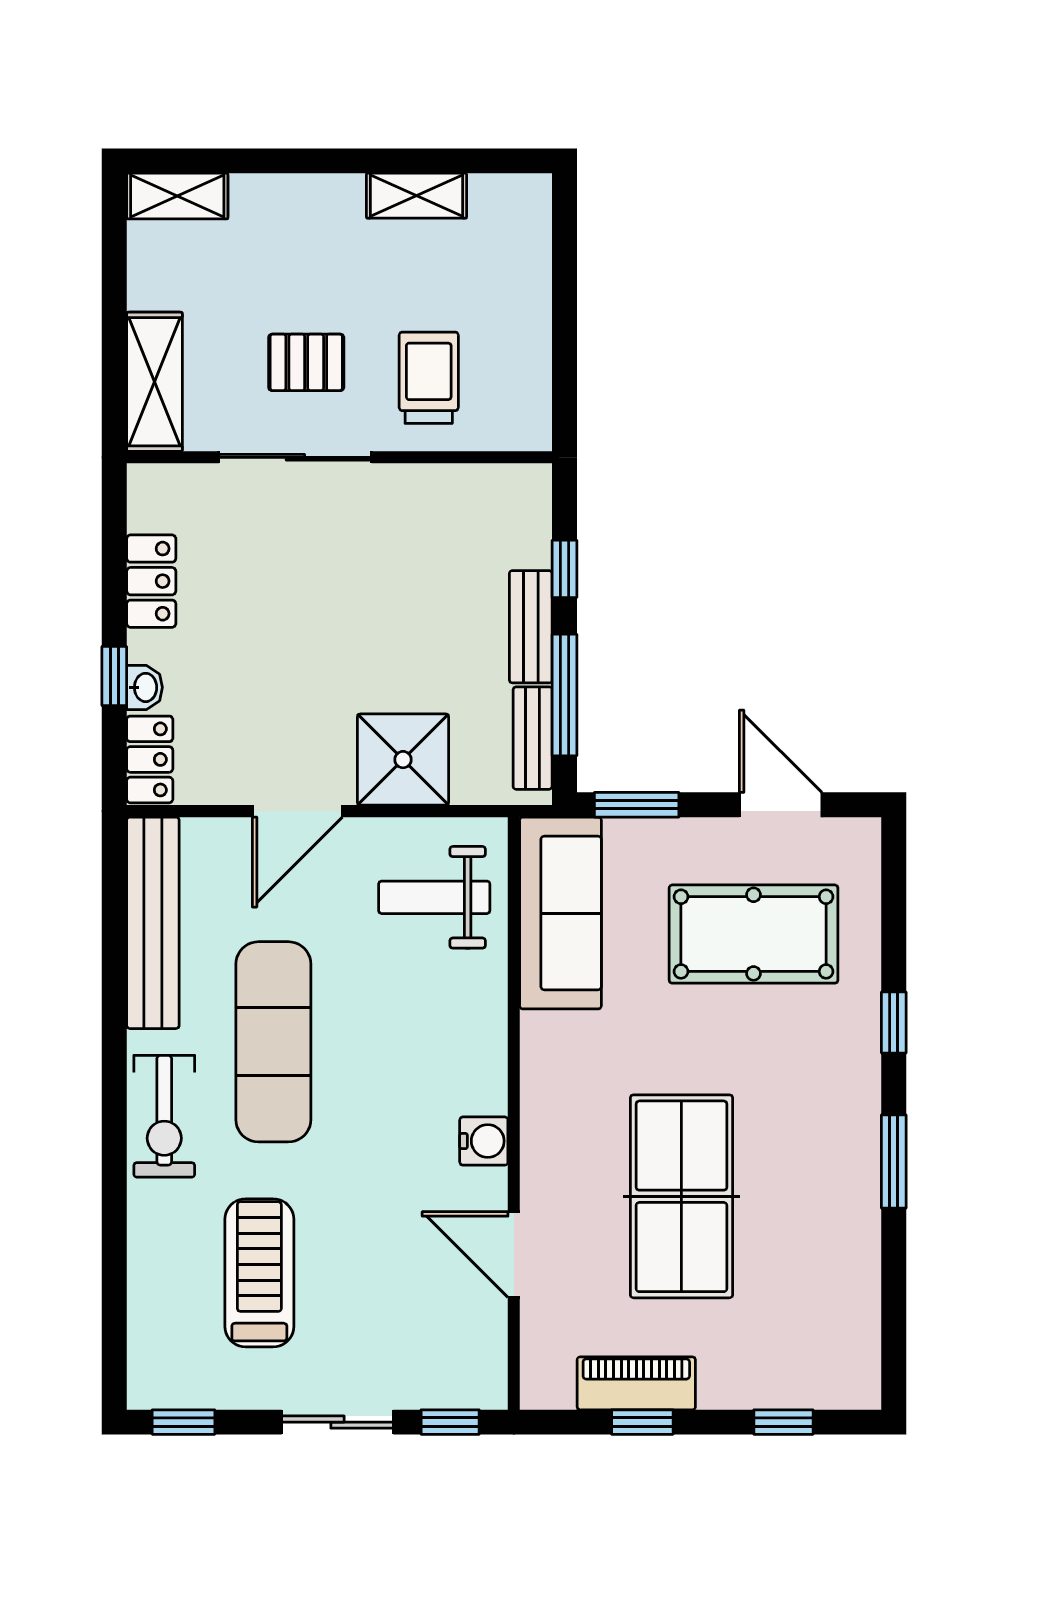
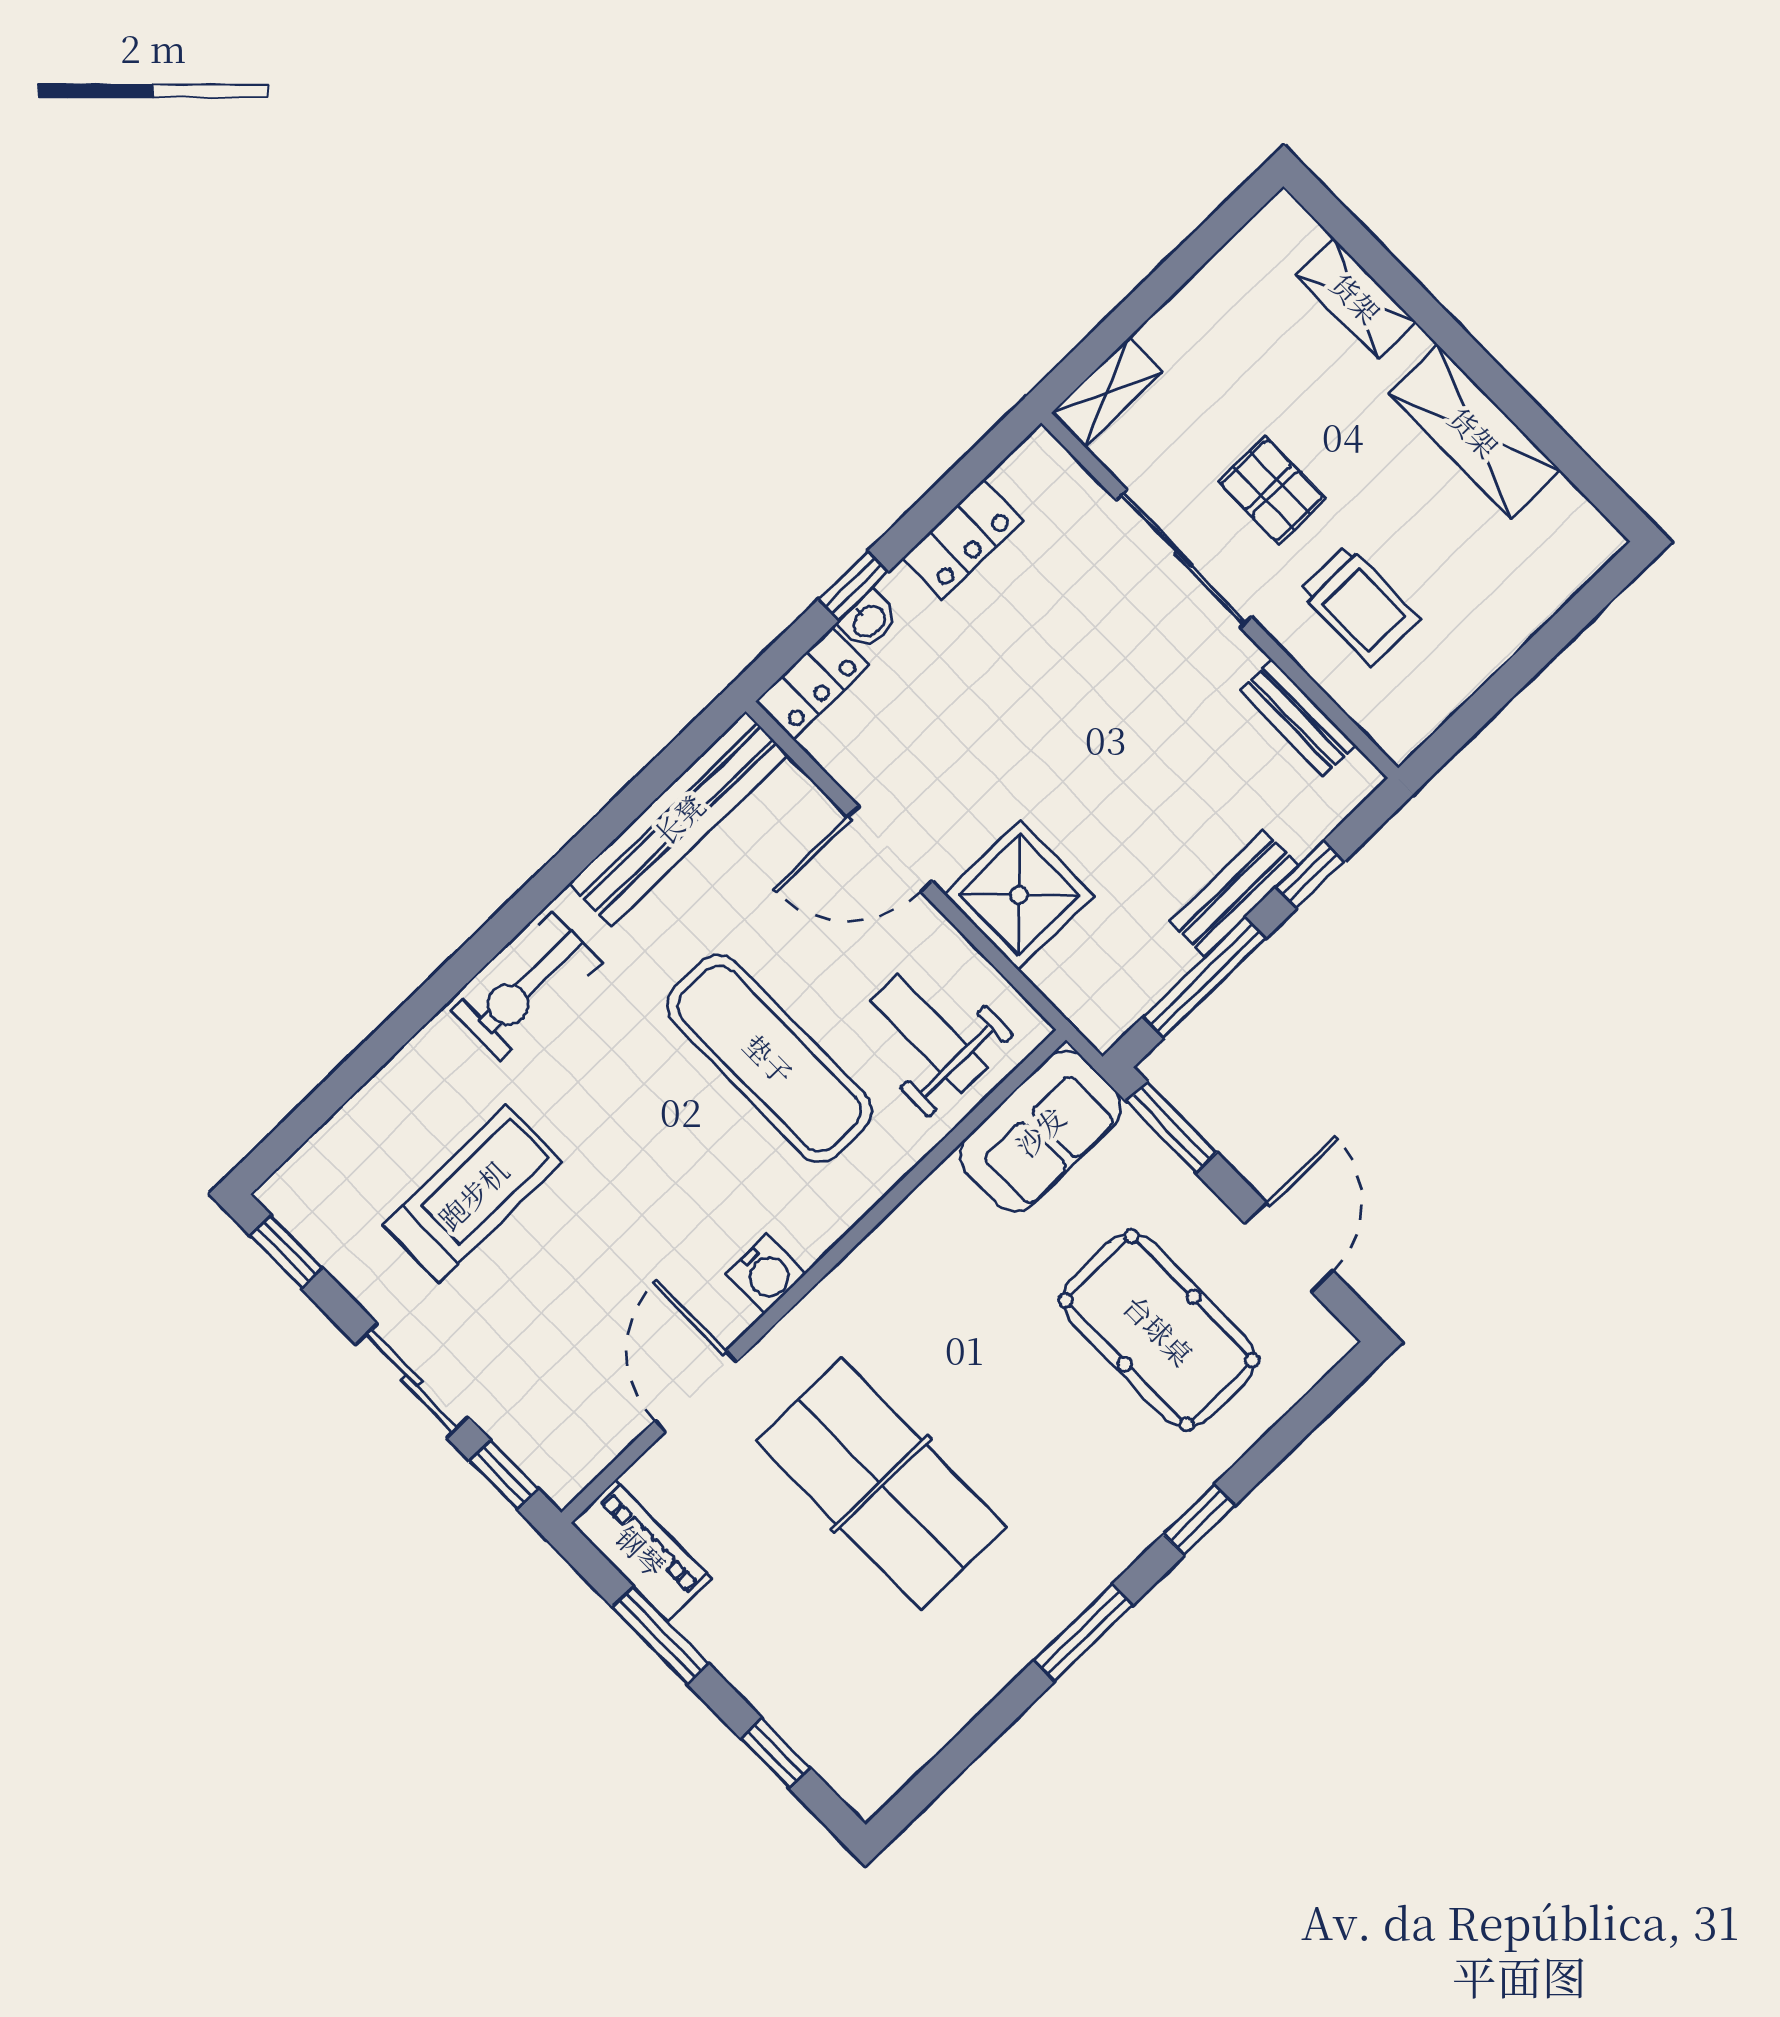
shelving: (177, 196) -> (1356, 298), moved
shelving: (417, 196) -> (1474, 432), width x1.50, depth x1.33
trolley: (429, 378) -> (1359, 605), turned 90
shelving: (154, 382) -> (1107, 392), width x0.67, depth x0.75
bench: (533, 738) -> (1298, 718), moved, turned 90
sofa: (561, 913) -> (1040, 1131), width x0.73
exercise mat: (273, 1042) -> (769, 1059), moved, turned 90
table tennis table: (681, 1196) -> (881, 1484), turned 90
piano: (636, 1383) -> (641, 1551), moved
window: (642, 1422) -> (660, 1635), width x1.50

